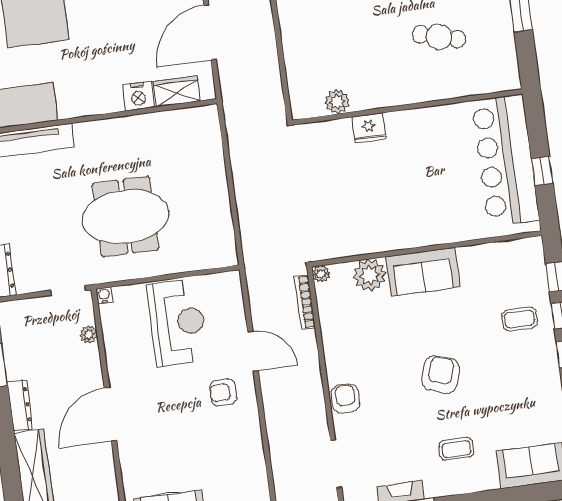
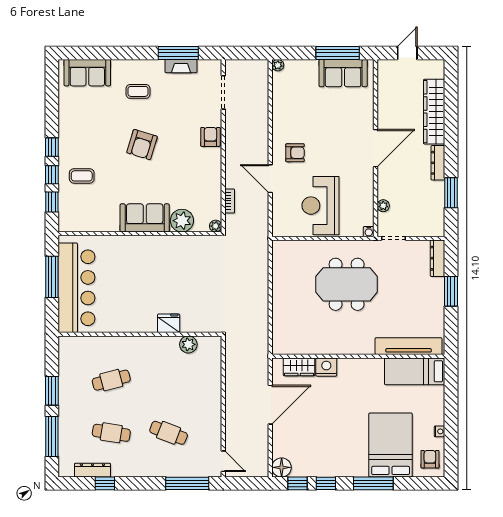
cafe table: (439, 37) -> (111, 380), turned -30
window: (542, 171) -> (52, 277), width x2.17
bookcase: (305, 302) -> (230, 201), width x0.64
armchair: (345, 399) -> (210, 137), turned 180

